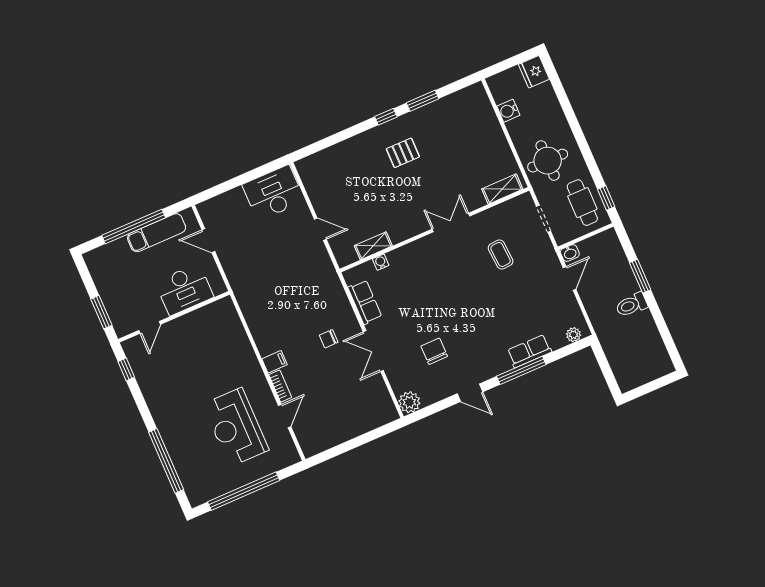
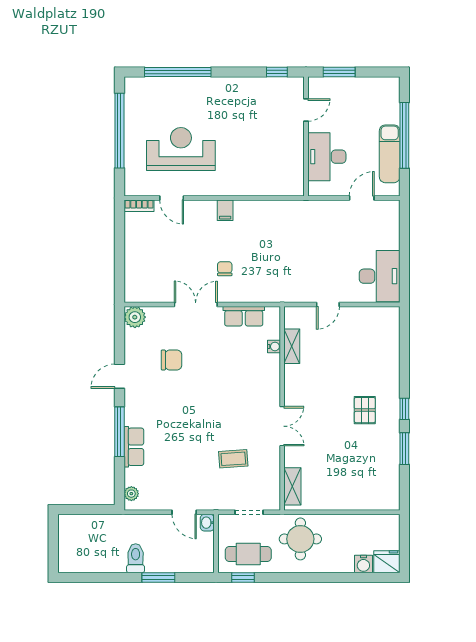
water cooler: (508, 111) -> (363, 564), moved, turned 180
door: (150, 327) -> (306, 110), swing flipped
bookcase: (280, 386) -> (139, 206), moved

